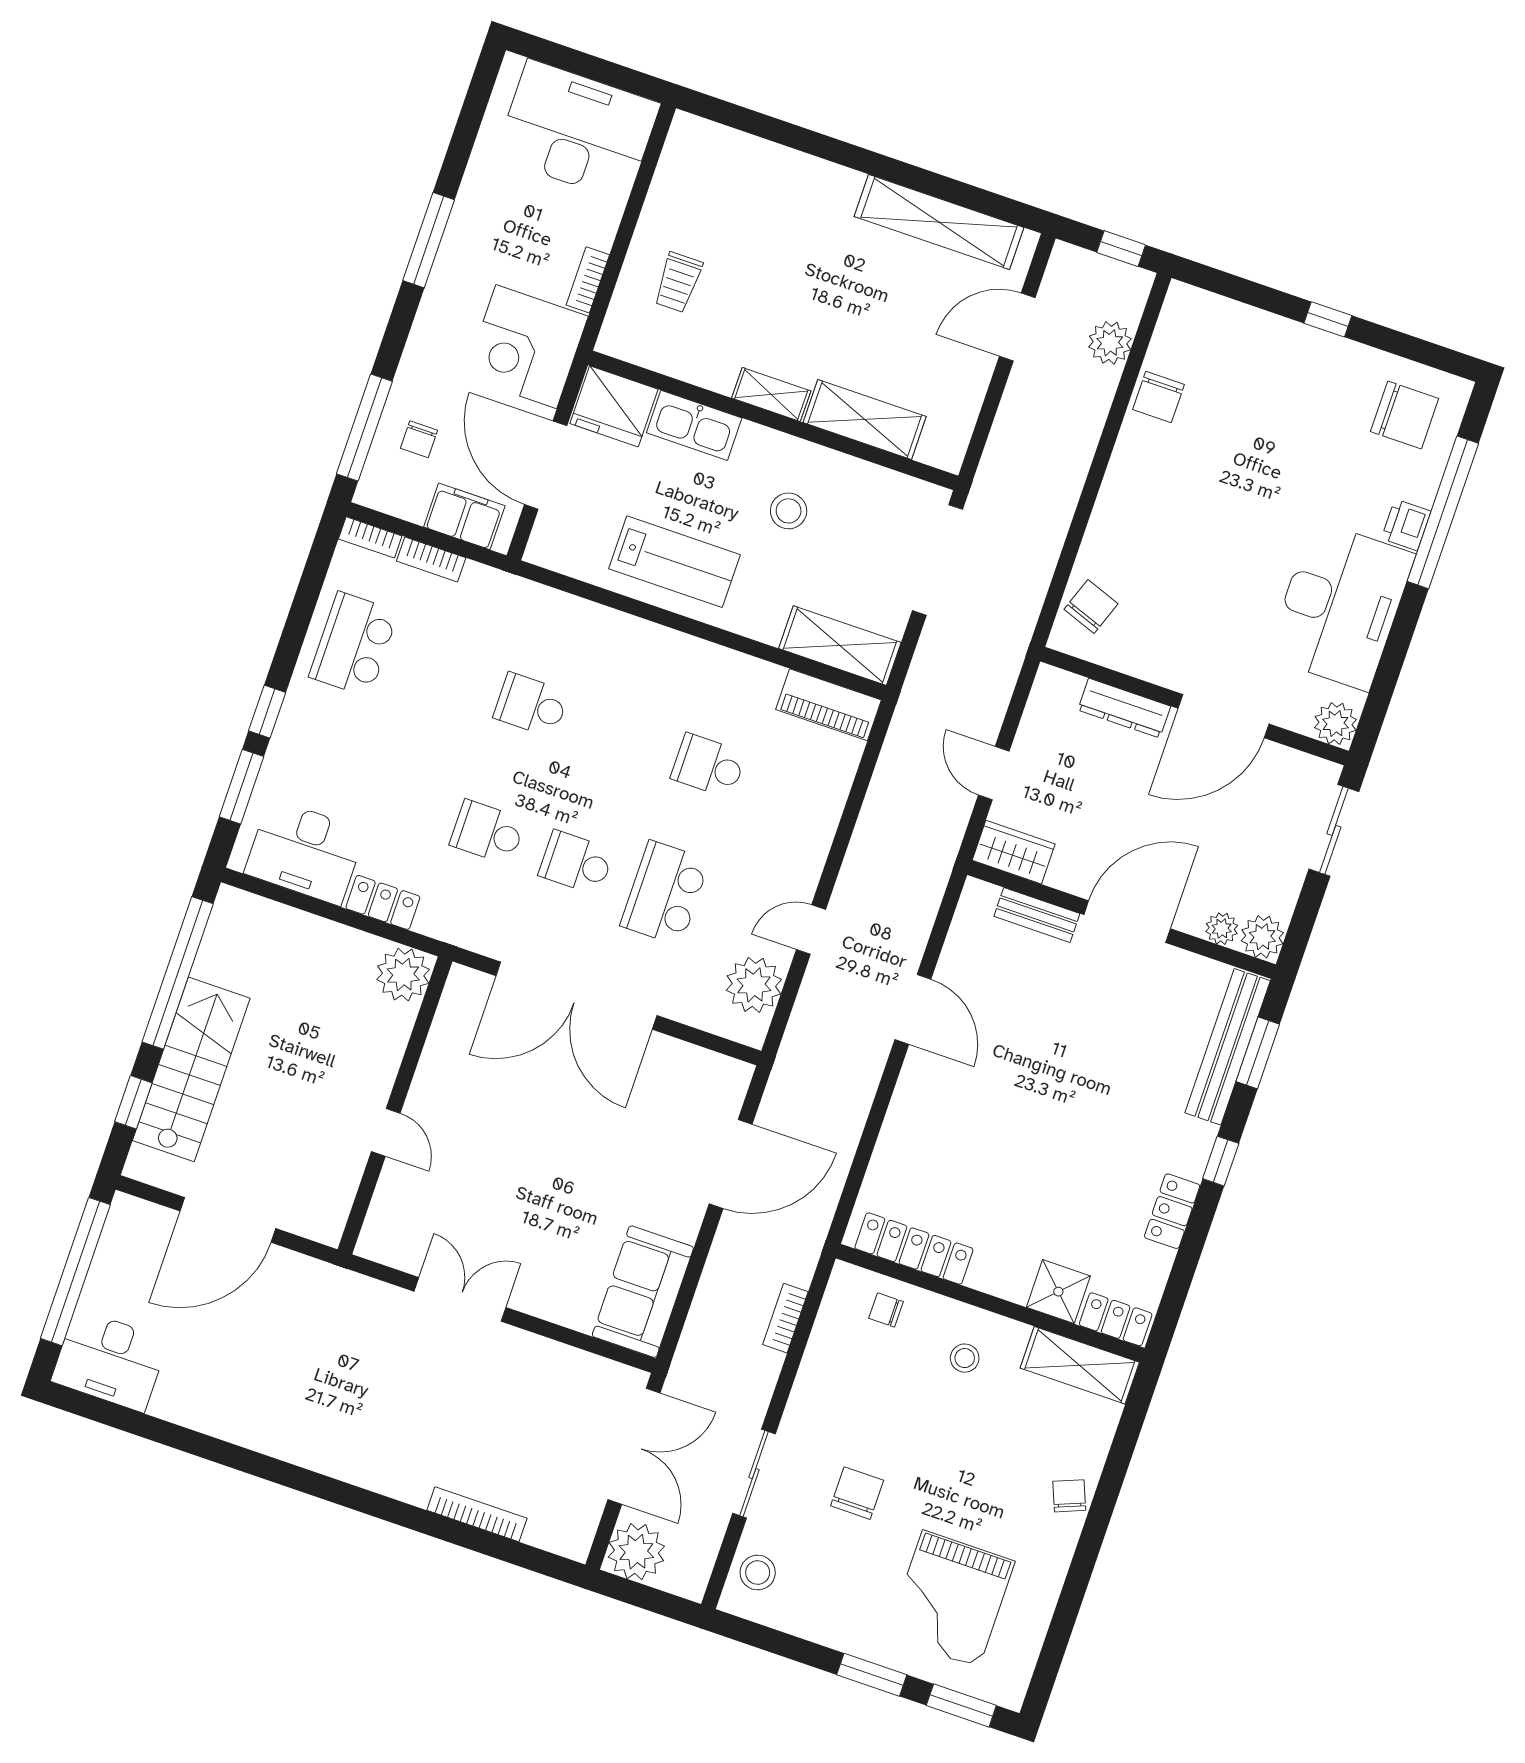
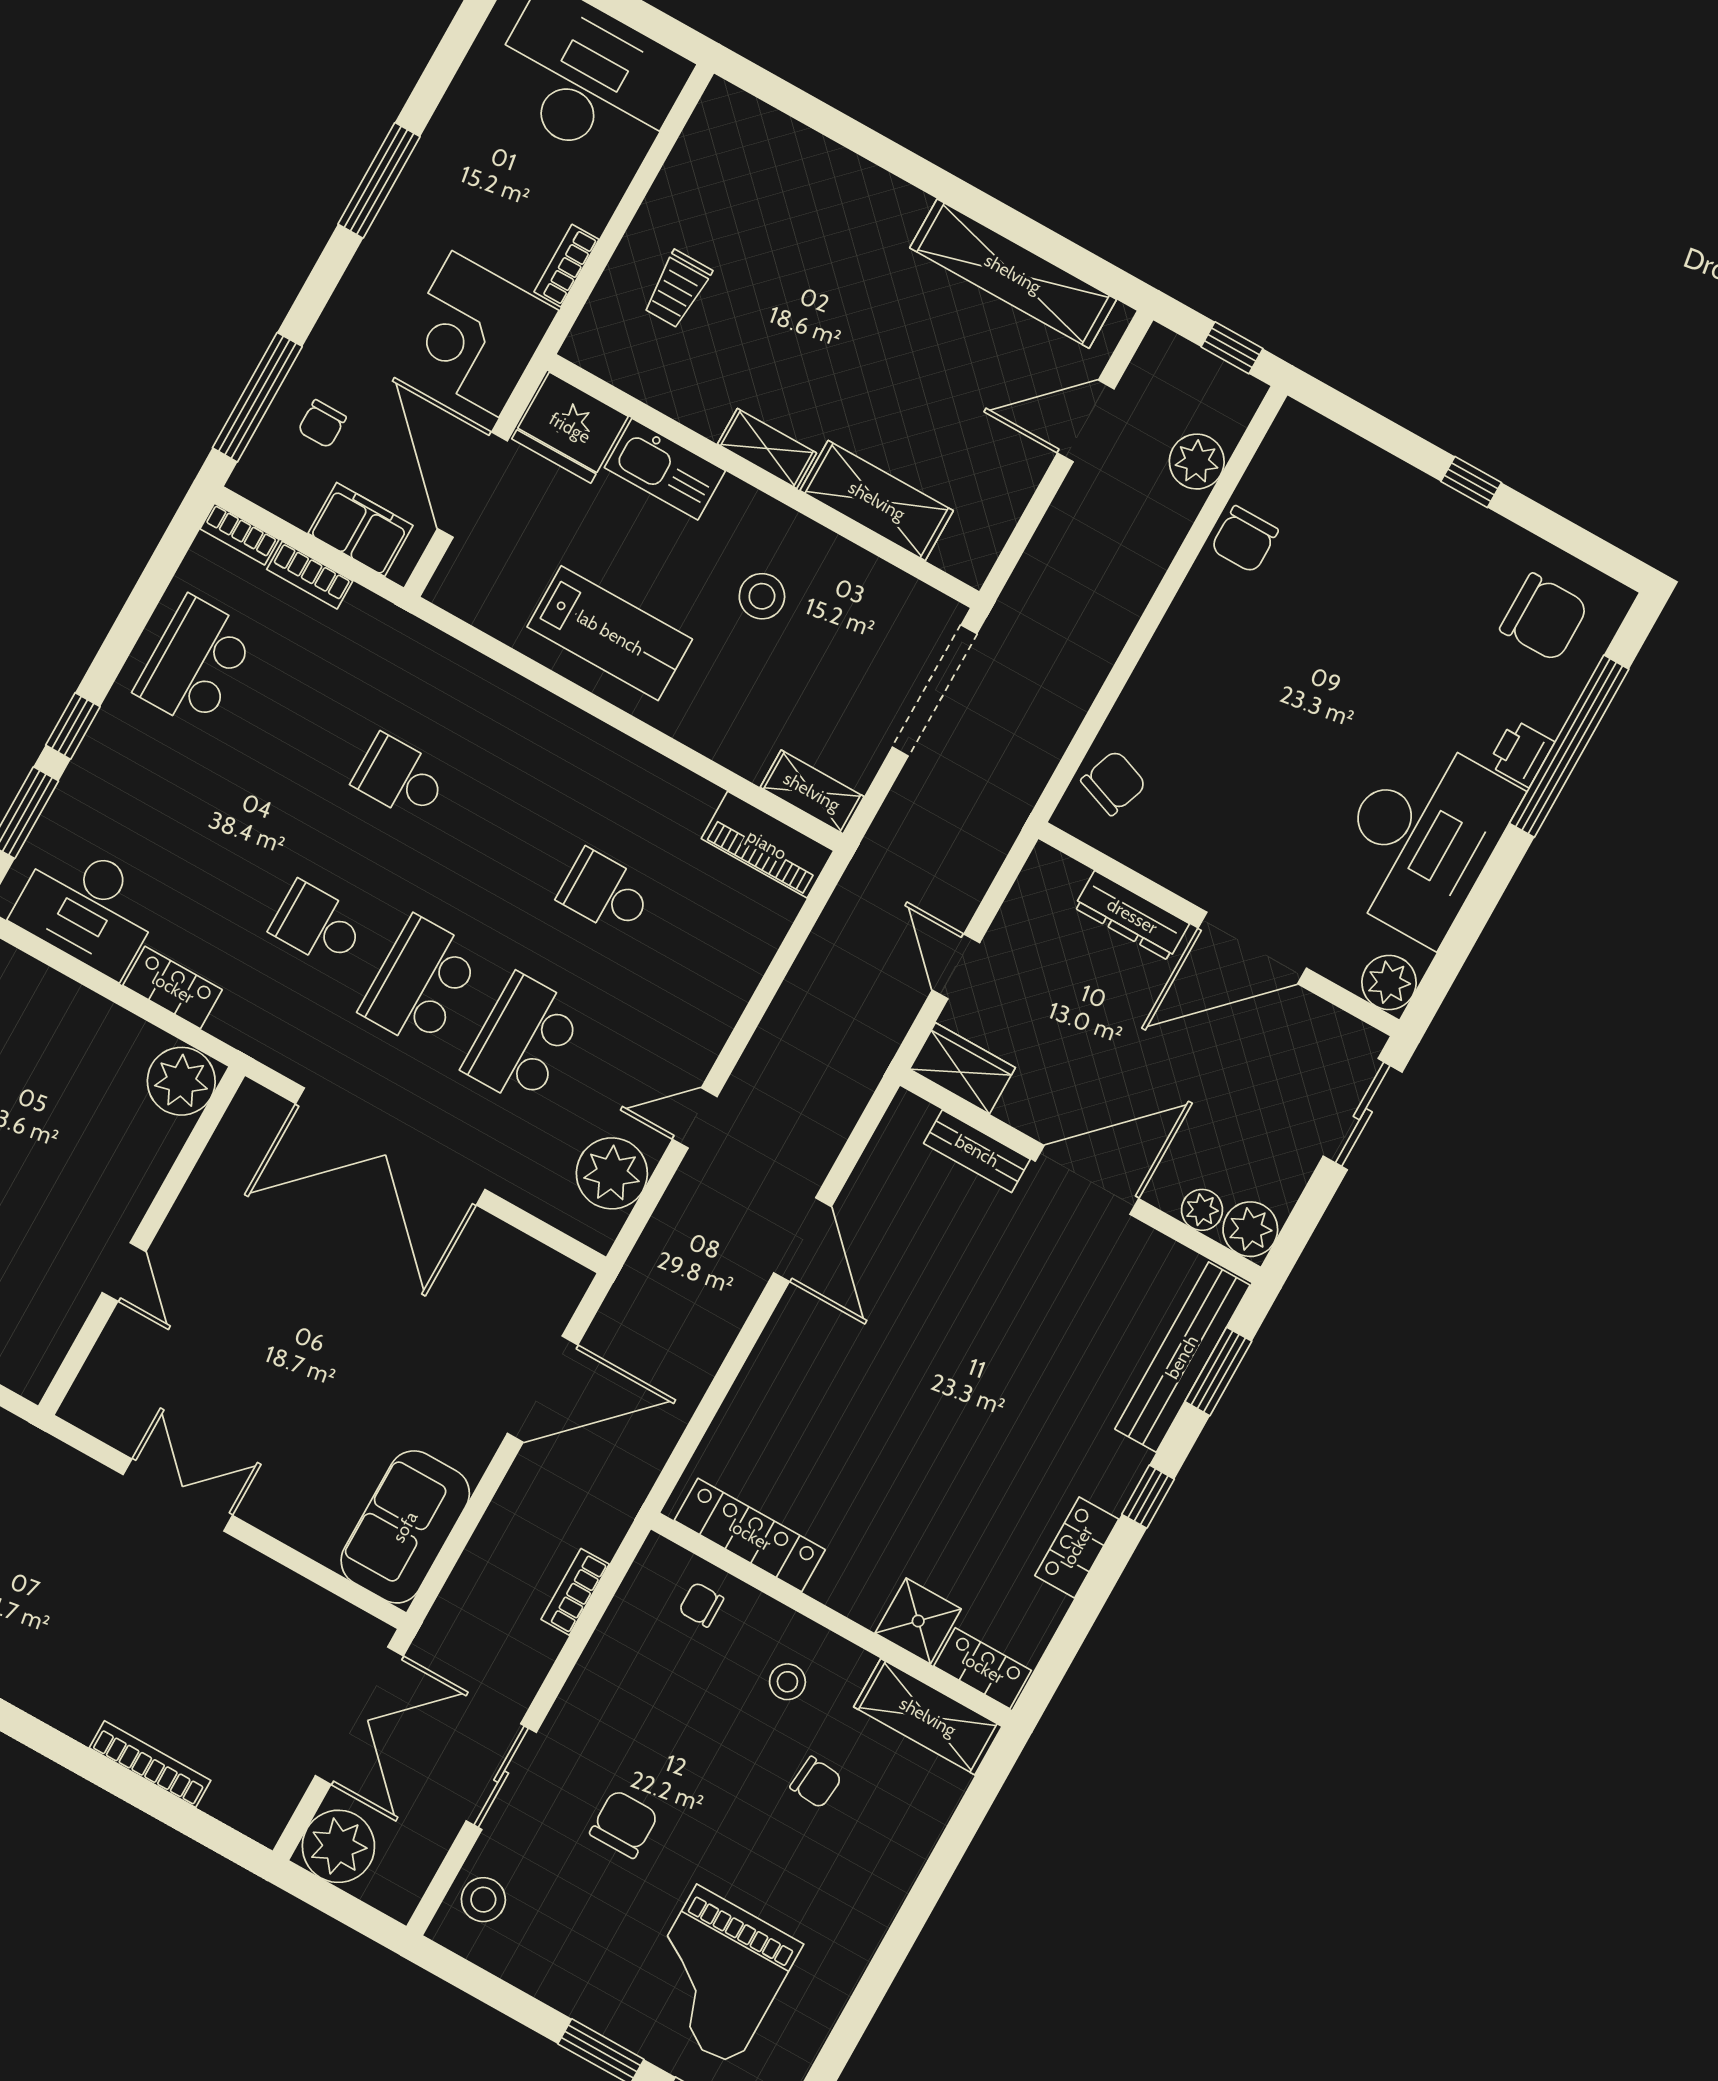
shelving: (840, 646) -> (812, 792), width x0.67, depth x0.75
school desk: (576, 863) -> (420, 982), width x1.85
chair: (1069, 1496) -> (816, 1782), moved, turned 117

